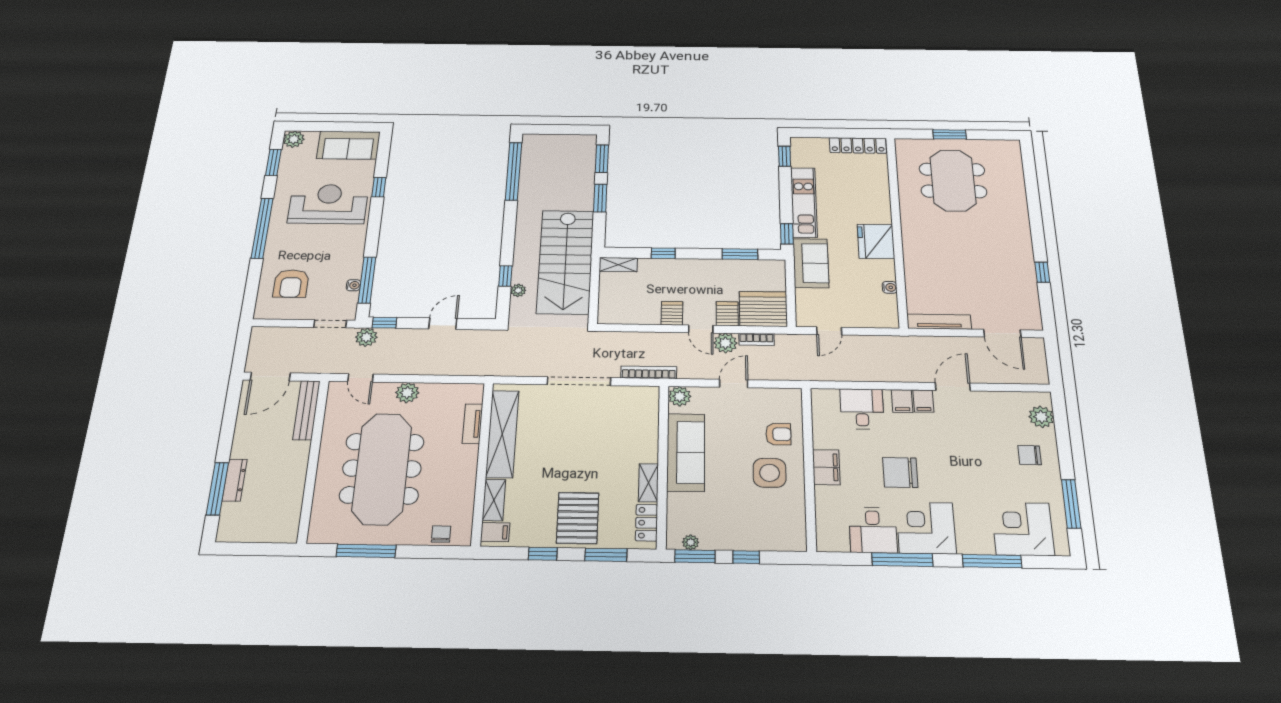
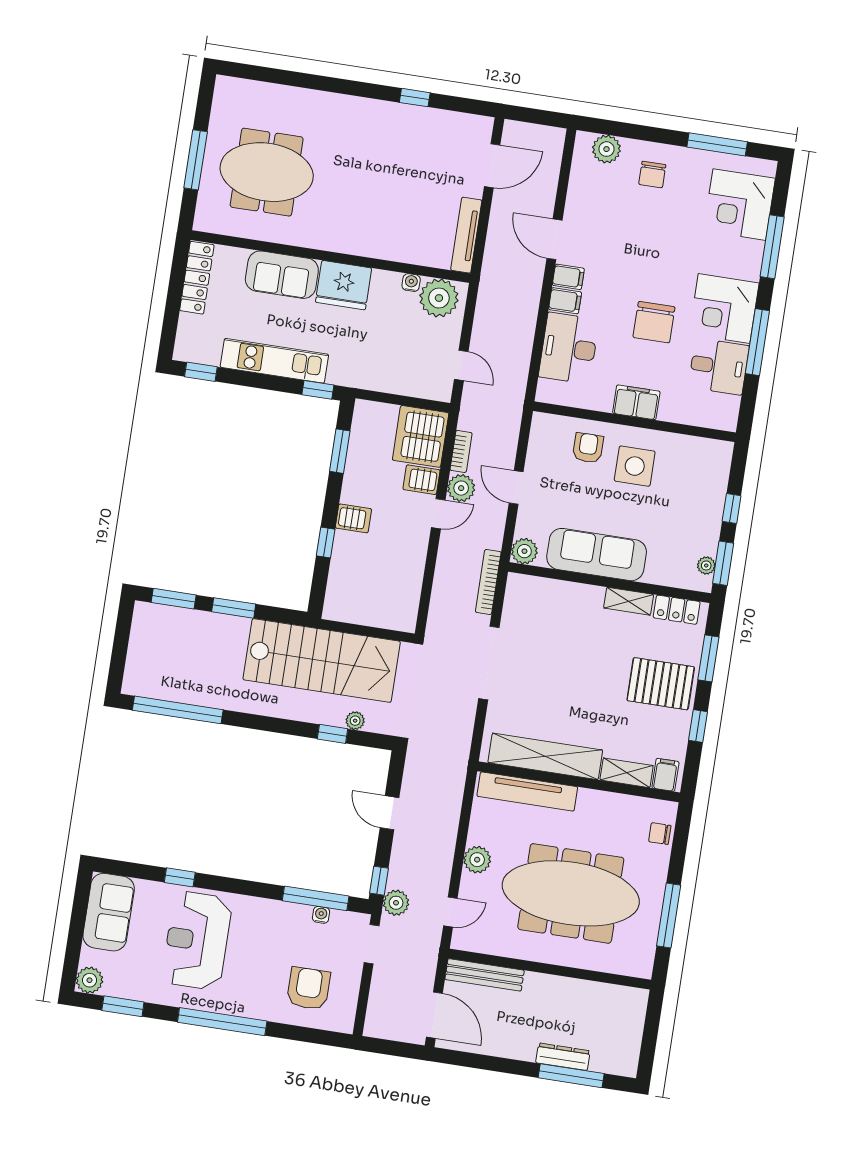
window: (950, 134) -> (196, 160), width x1.44
sofa: (811, 263) -> (282, 275), moved, turned 180
shelving: (618, 265) -> (335, 598), removed
armchair: (291, 284) -> (308, 988), turned -90
plant: (882, 308) -> (439, 298), added
server rack: (672, 313) -> (353, 518), moved, turned 180
desk: (862, 409) -> (569, 348), width x1.37
tv unit: (472, 424) -> (527, 791), width x1.92, depth x1.29

